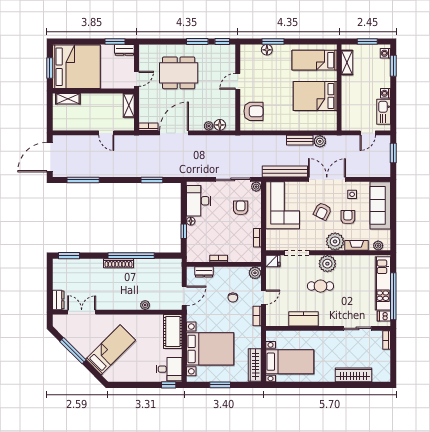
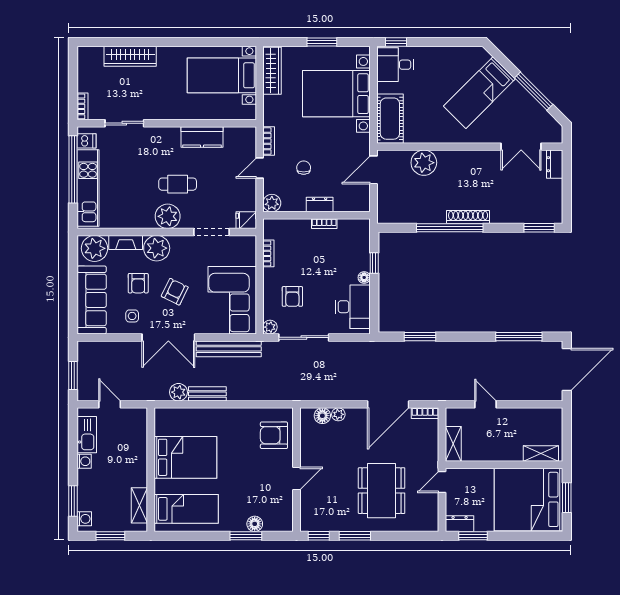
dining table: (179, 73) -> (382, 491), turned 90
door: (368, 133) -> (110, 404), hinge flipped
plant: (378, 246) -> (95, 248), width x1.87, depth x1.87
dresser: (204, 272) -> (320, 204), moved
plant: (145, 305) -> (424, 163), width x1.87, depth x1.87

